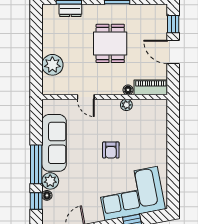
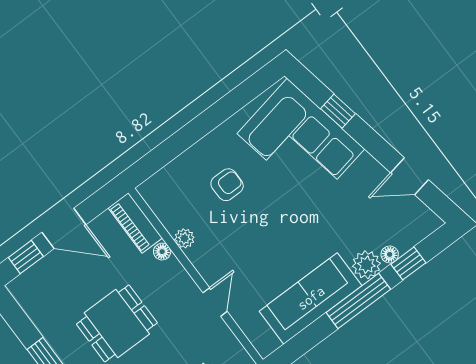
door: (173, 52) -> (64, 228), hinge flipped
armchair: (111, 150) -> (227, 185), moved

